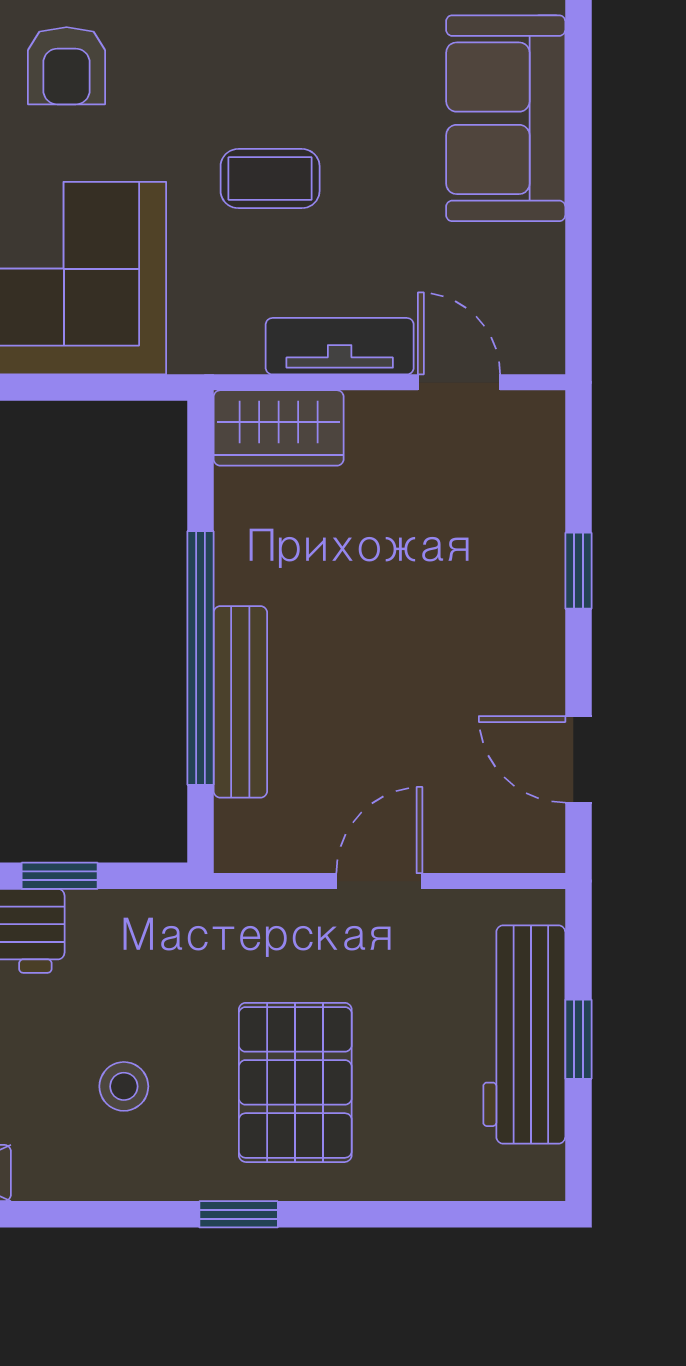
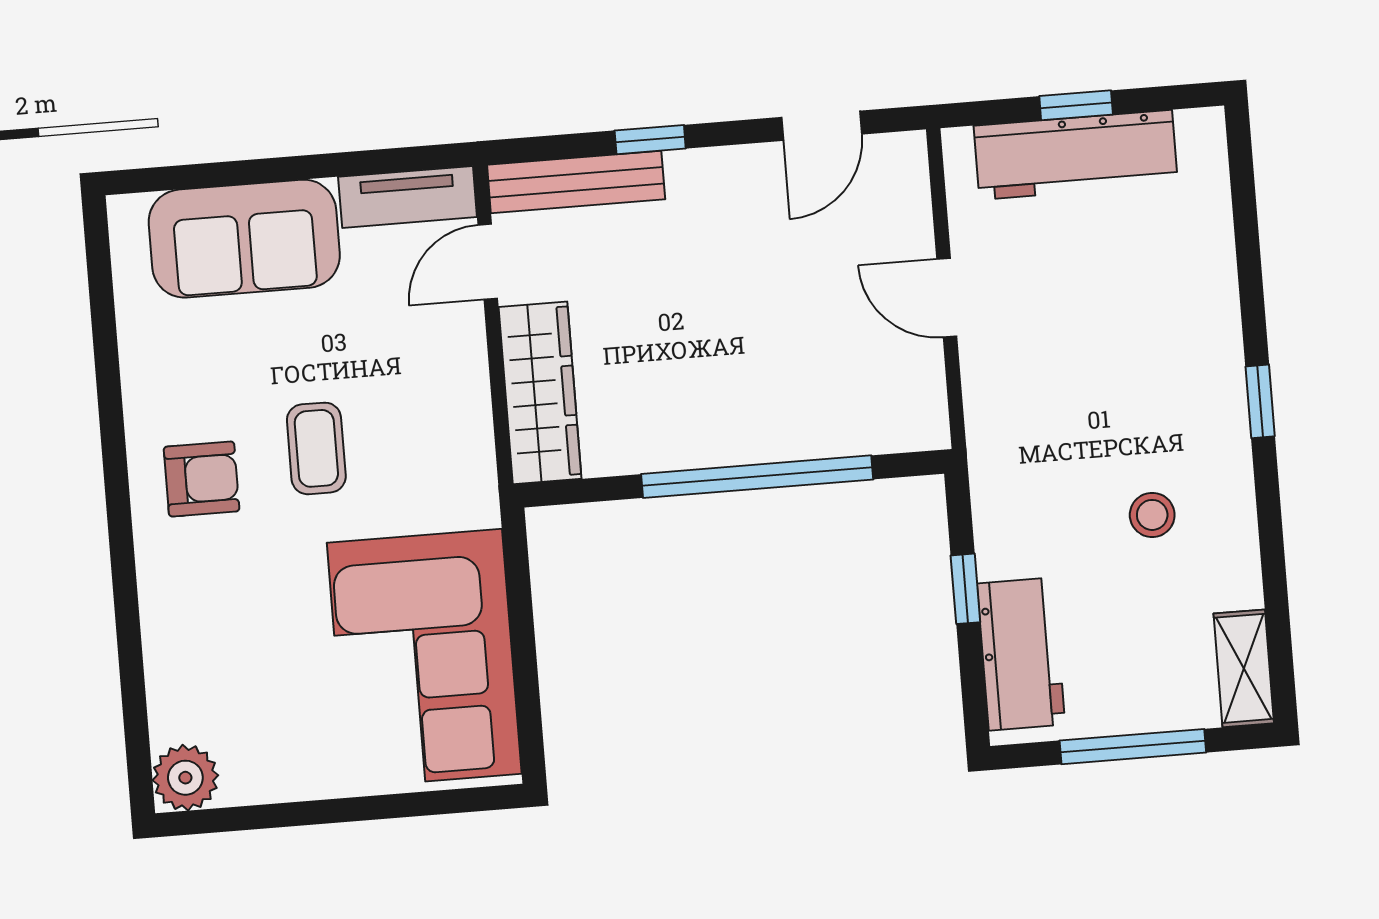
armchair: (67, 66) -> (202, 479), moved
tv unit: (340, 346) -> (408, 197), moved, turned -90
wardrobe: (279, 428) -> (540, 393), width x1.50
bench: (240, 702) -> (576, 182), moved
pallet: (295, 1082) -> (1136, 359), removed

